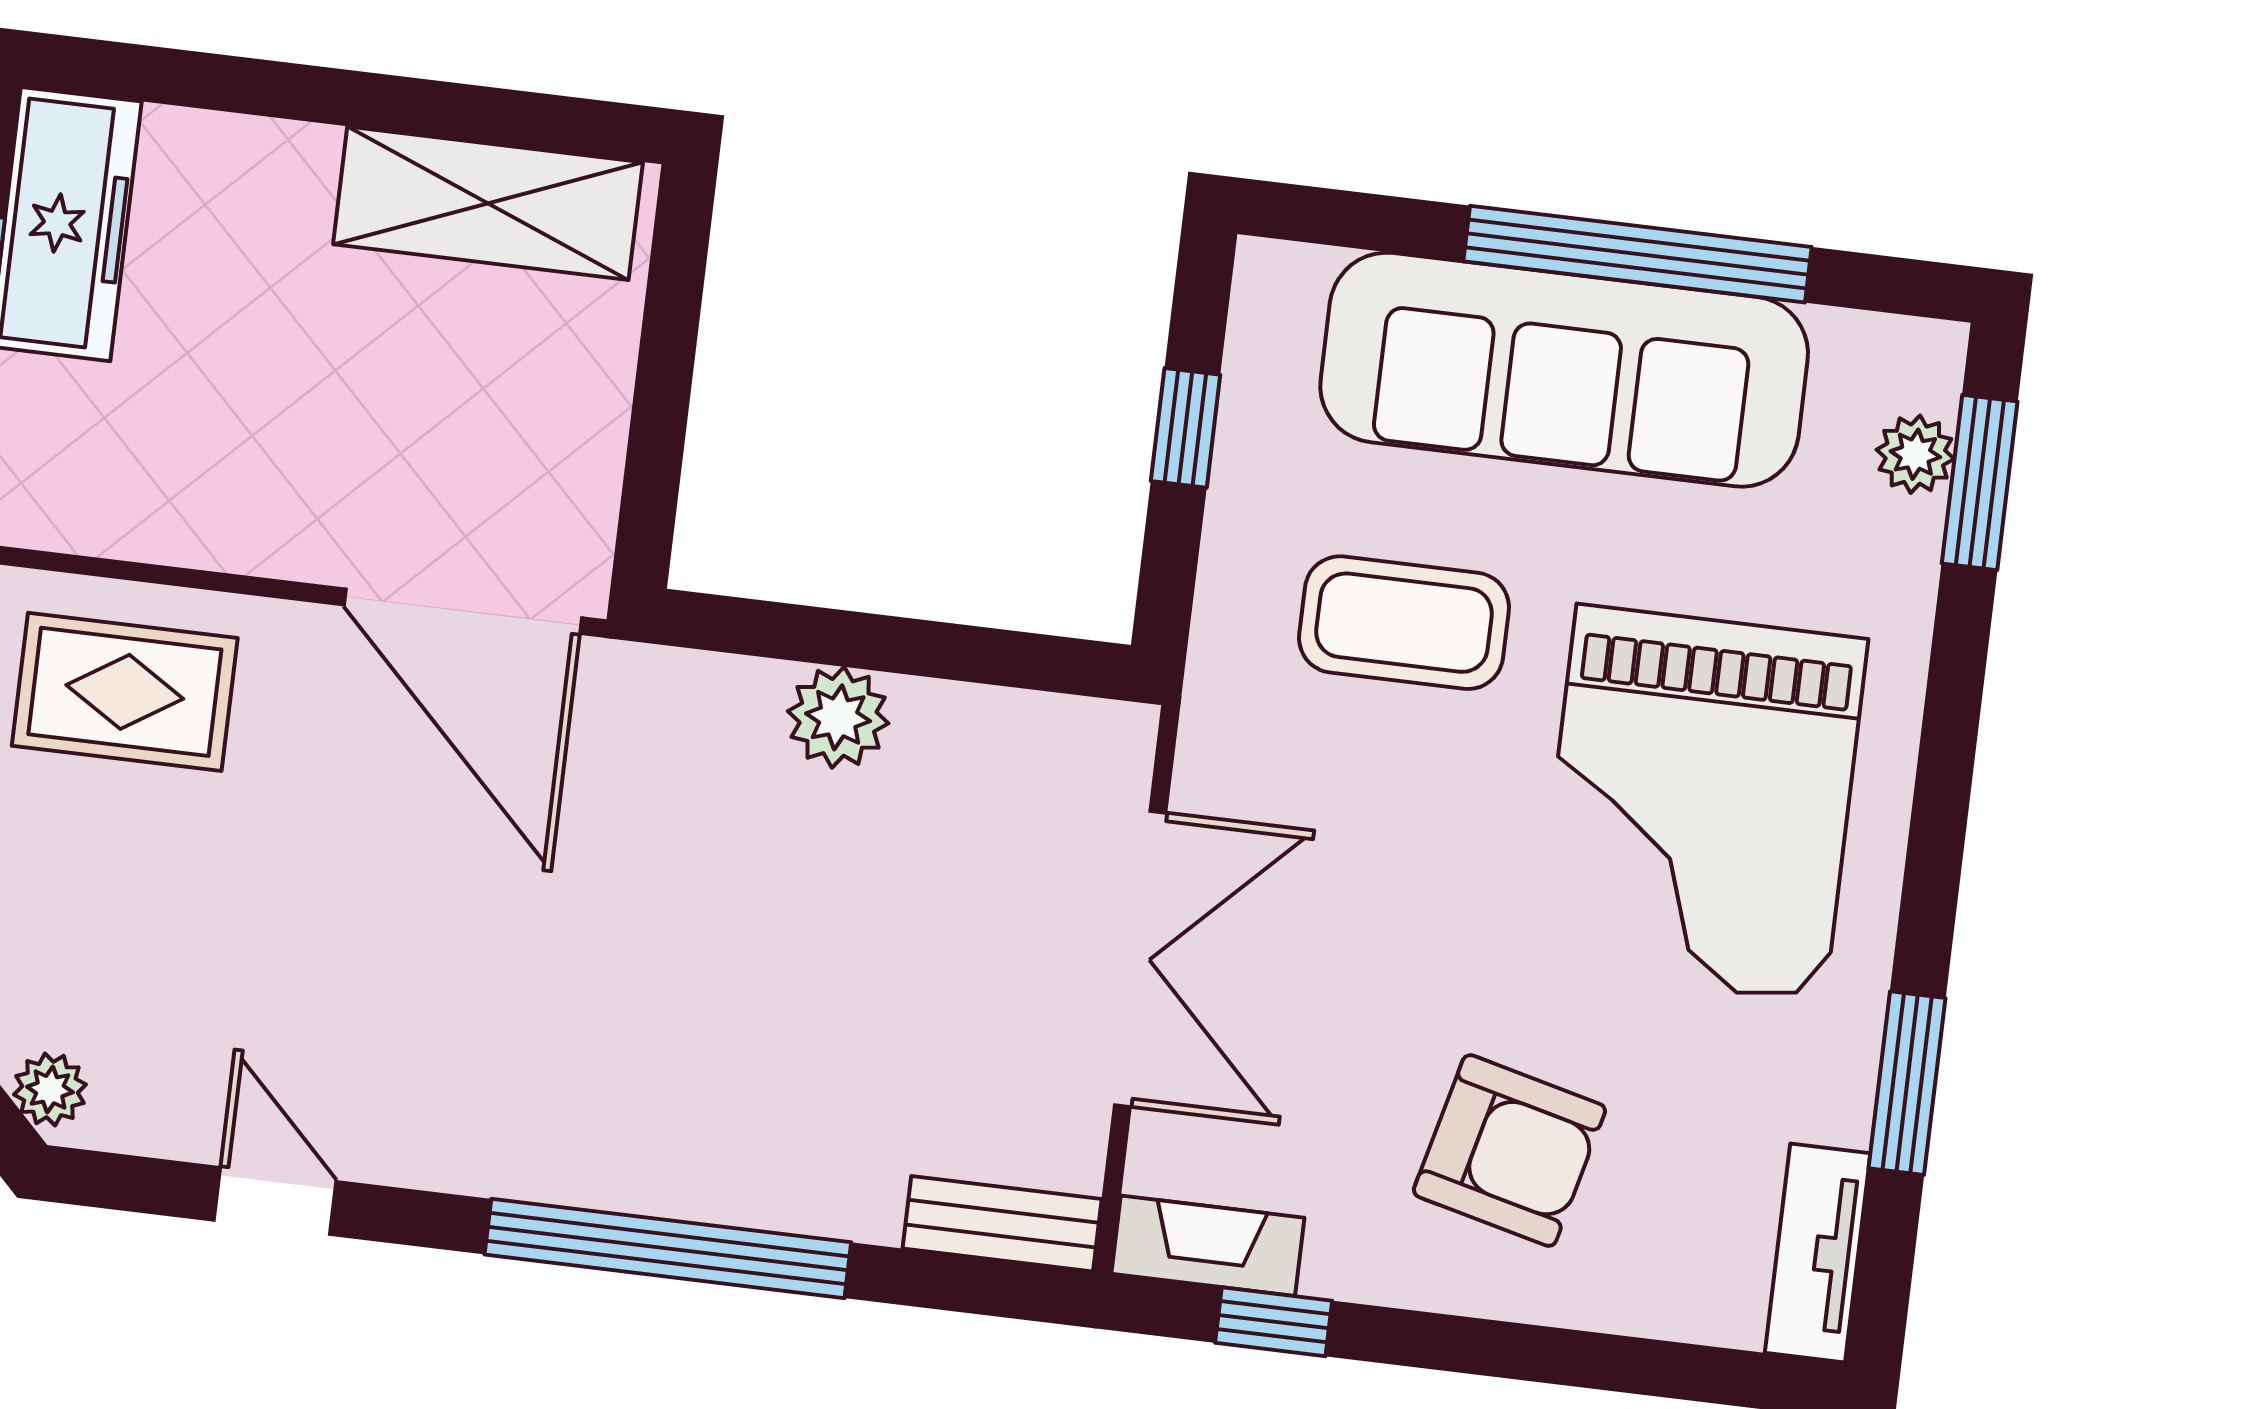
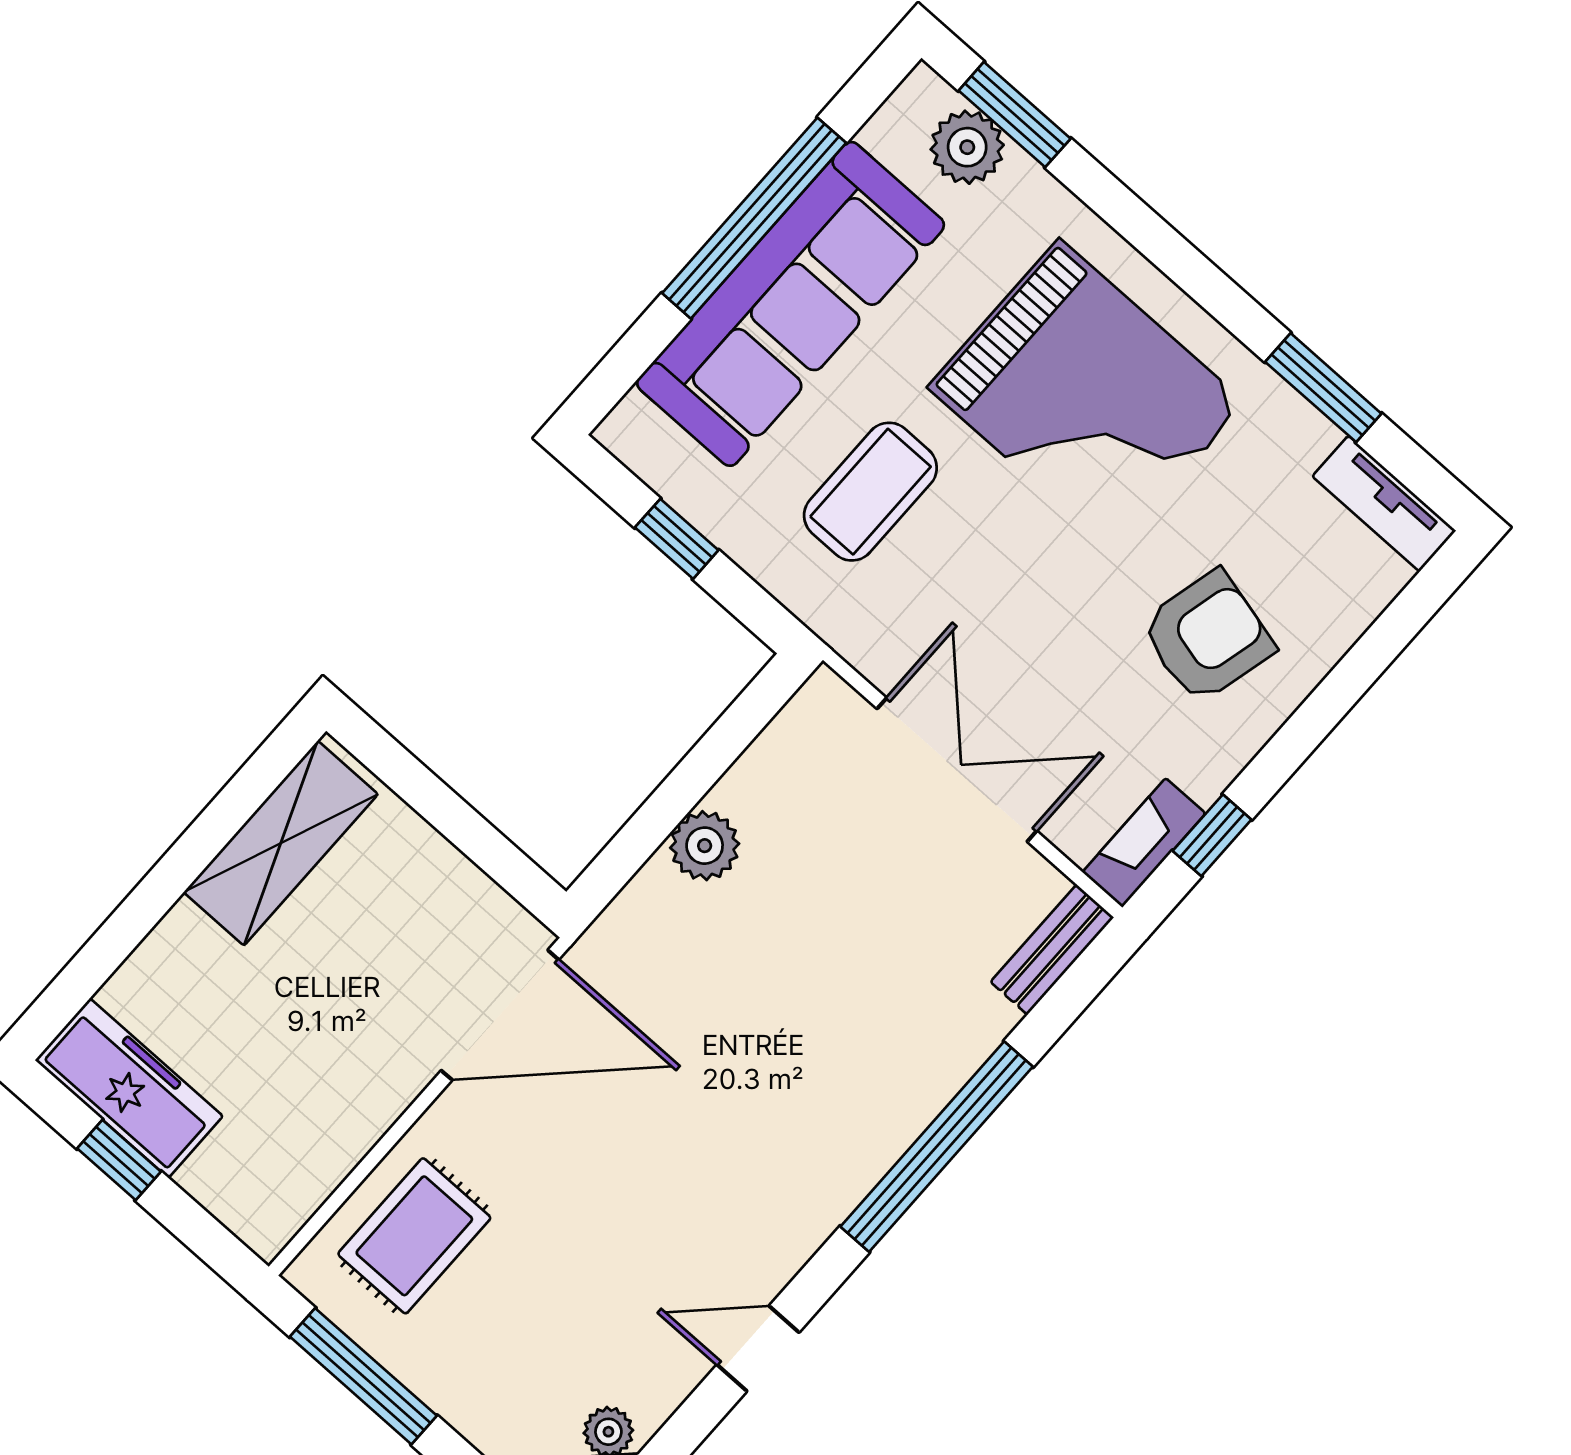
plant: (1915, 454) -> (967, 147), width x1.38, depth x1.38

